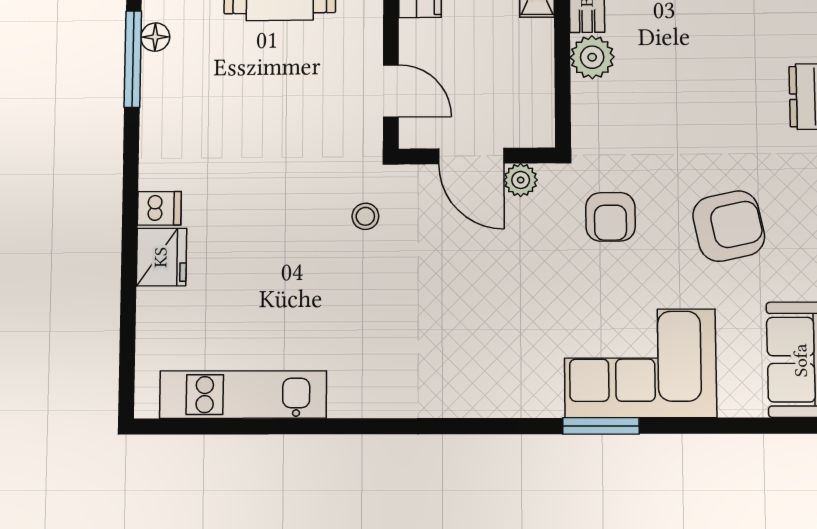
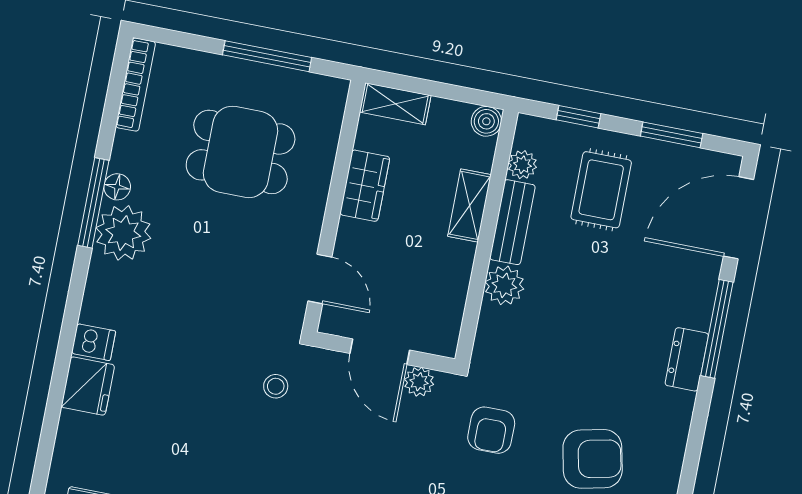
plant: (170, 85) -> (123, 233), added

